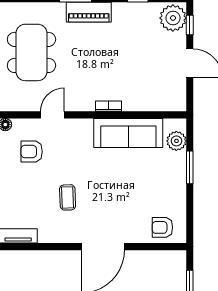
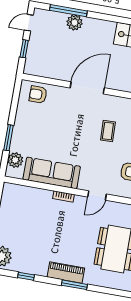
door: (52, 115) -> (97, 195), moved
armchair: (162, 227) -> (38, 95), turned 180

